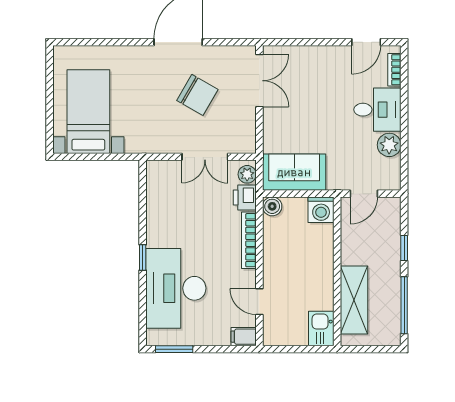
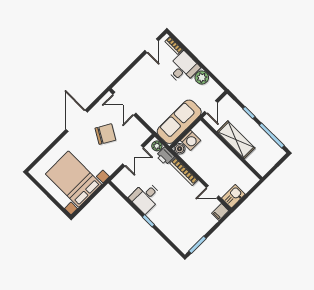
double door: (259, 81) -> (124, 104), swing flipped
bed with nightstands: (88, 112) -> (74, 179), width x1.36
sofa: (294, 172) -> (179, 122), width x1.36
washing machine: (321, 210) -> (191, 140), moved
desk: (176, 288) -> (146, 197), moved, width x0.53, depth x0.77
shelving: (354, 300) -> (236, 140), moved
kitchen sink: (321, 329) -> (233, 196), moved, turned 90

